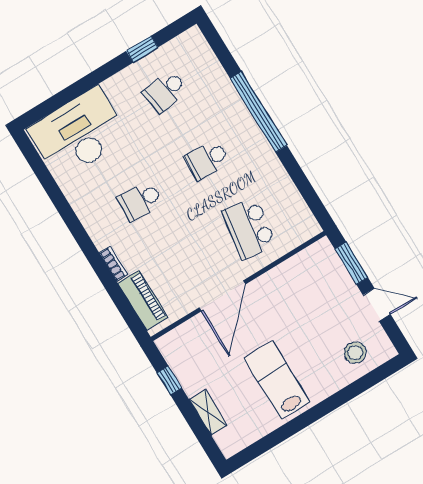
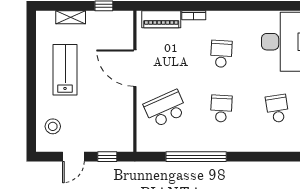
window: (258, 112) -> (196, 157), moved
school desk: (249, 228) -> (165, 109), turned -33
window: (351, 263) -> (107, 157), width x0.67
lab bench: (277, 380) -> (65, 70), turned -90

